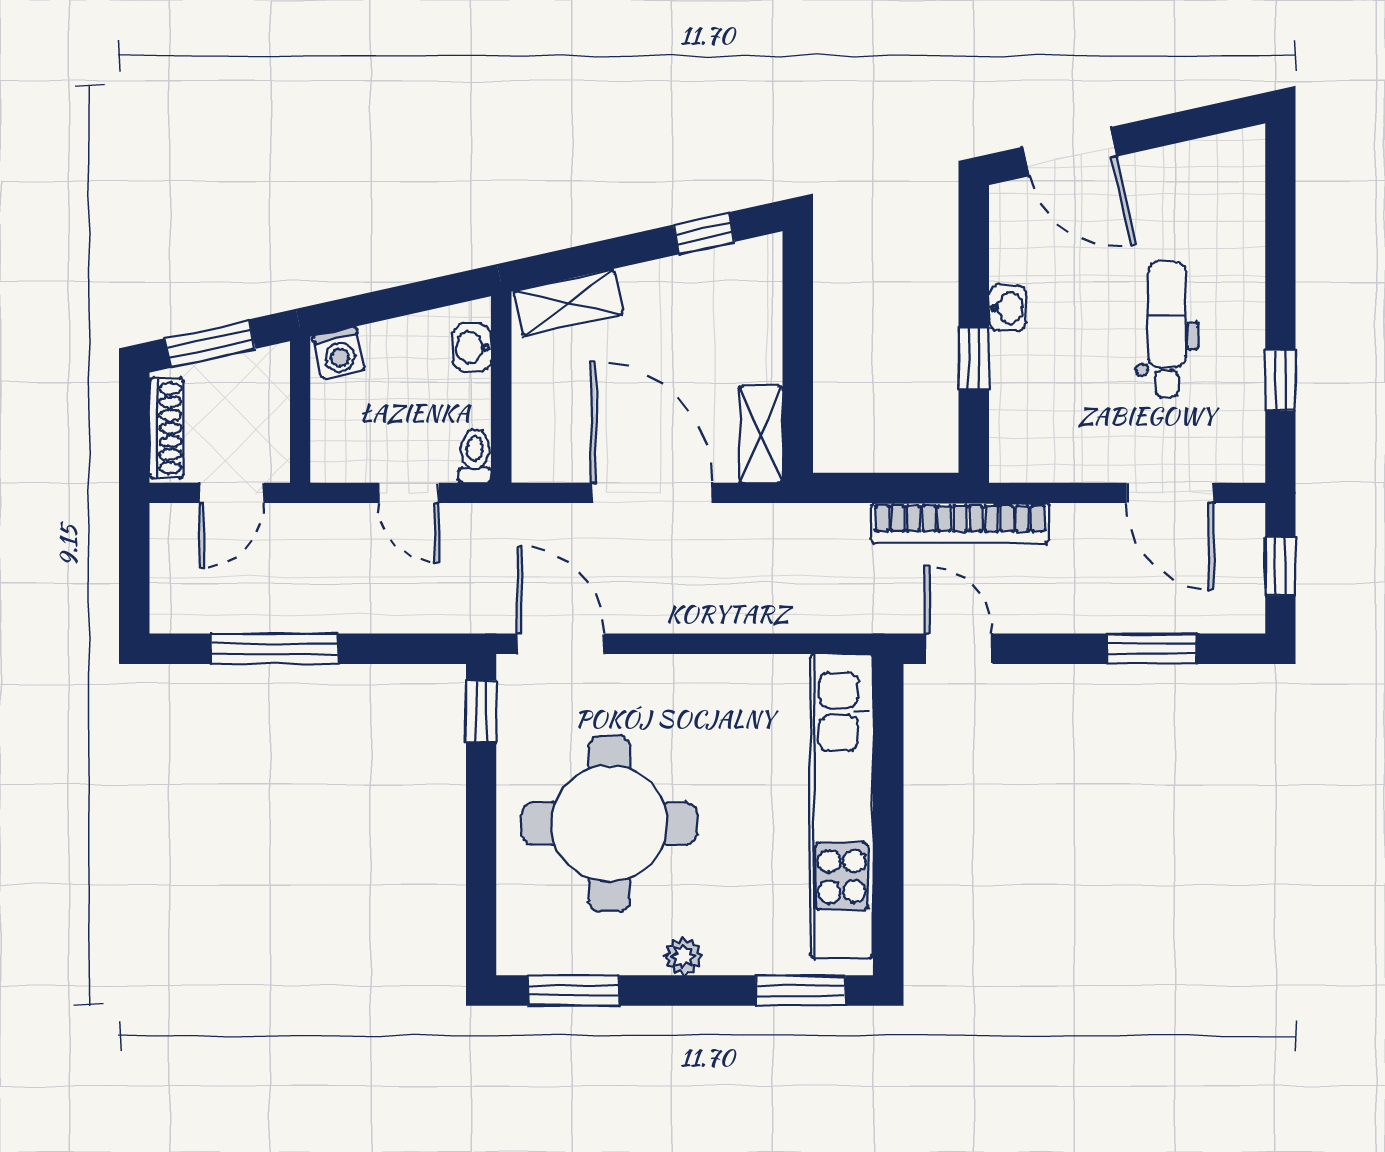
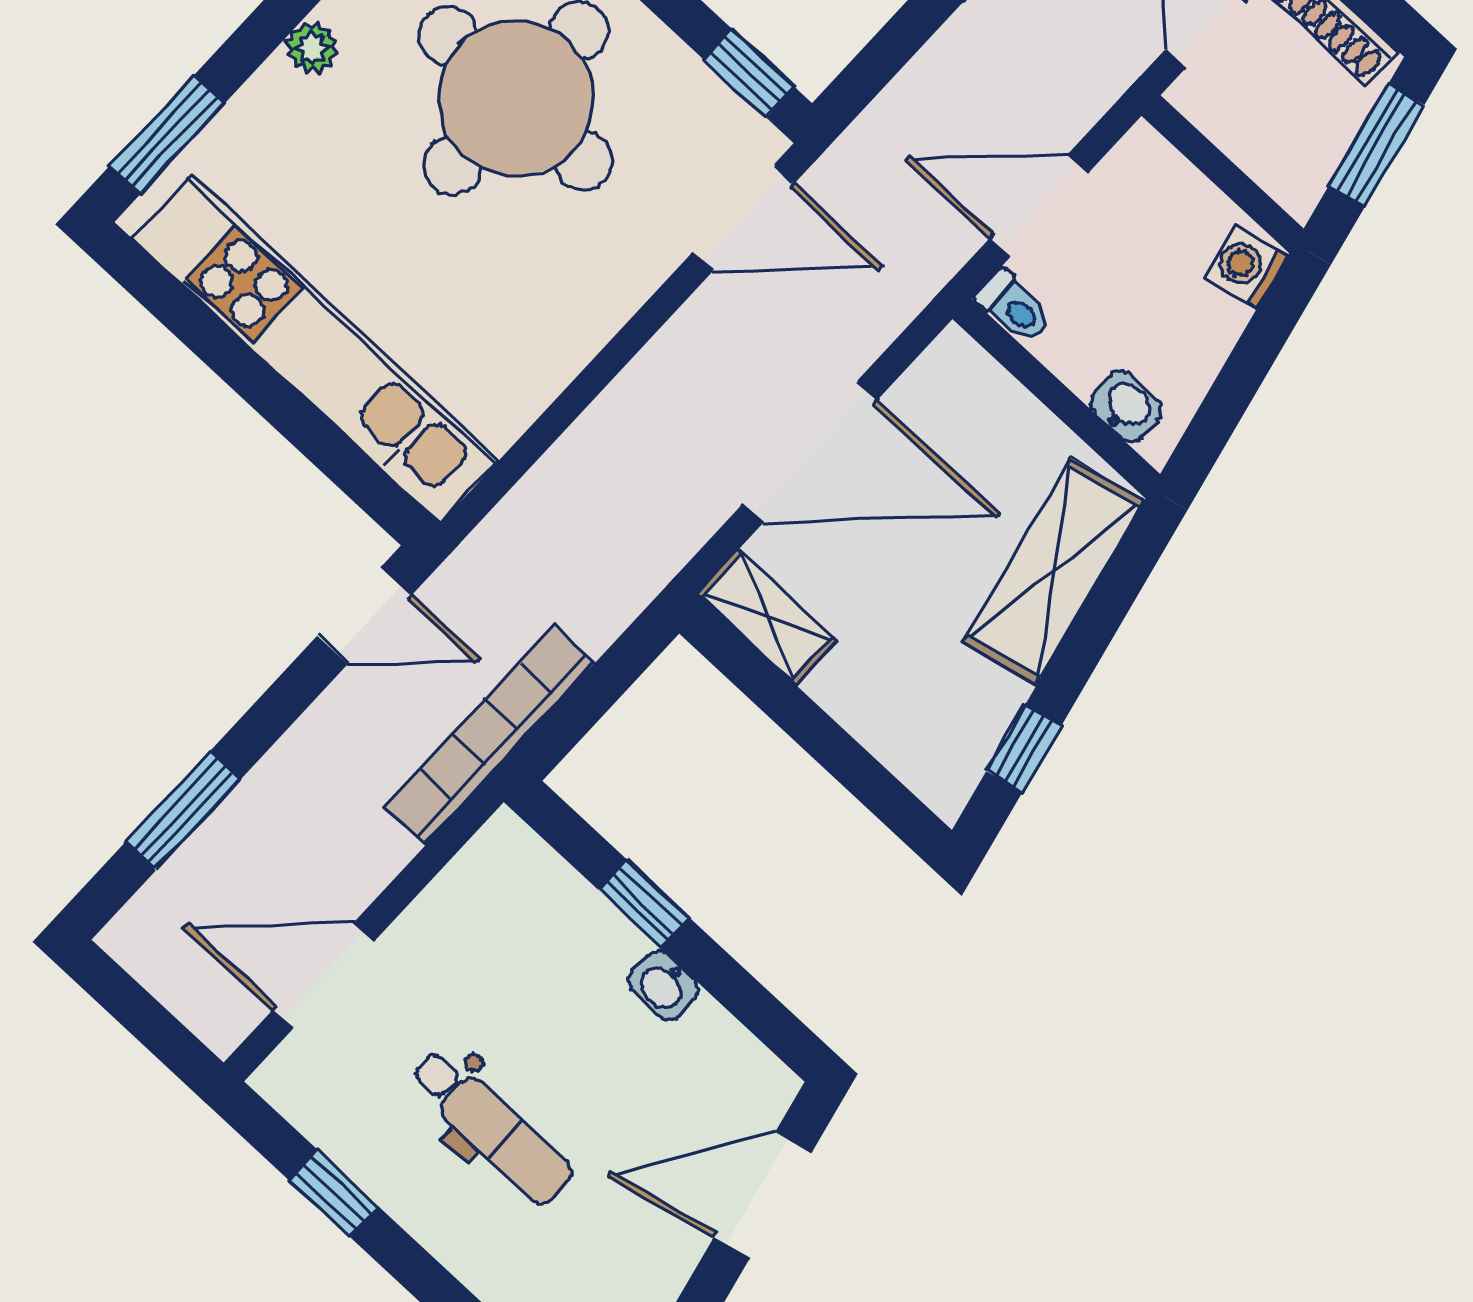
shelving: (569, 303) -> (1054, 571), width x1.50, depth x1.33
door: (409, 493) -> (1039, 206), width x1.38
window: (1280, 566) -> (146, 1019), removed

